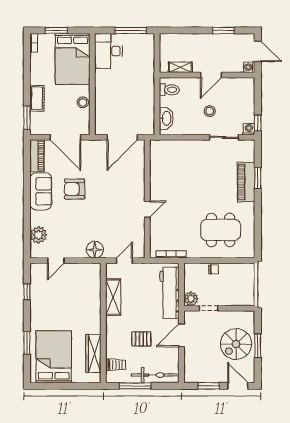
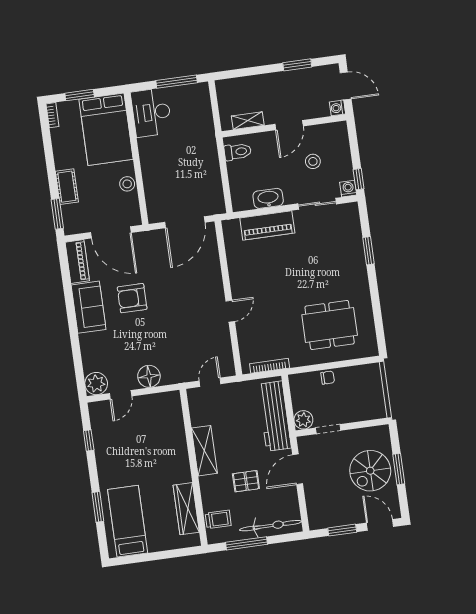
stool: (210, 111) -> (313, 161), moved
washbasin: (166, 118) -> (268, 198), moved, turned -90
piano: (246, 182) -> (267, 225), moved, turned -90
plant: (39, 235) -> (96, 384), moved
floor lamp: (95, 250) -> (149, 376), moved
shelving: (113, 297) -> (204, 451), moved
bed: (54, 357) -> (128, 521), width x0.67

